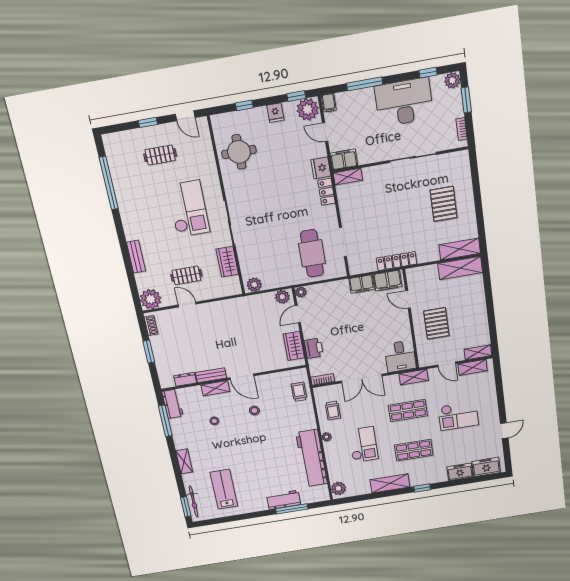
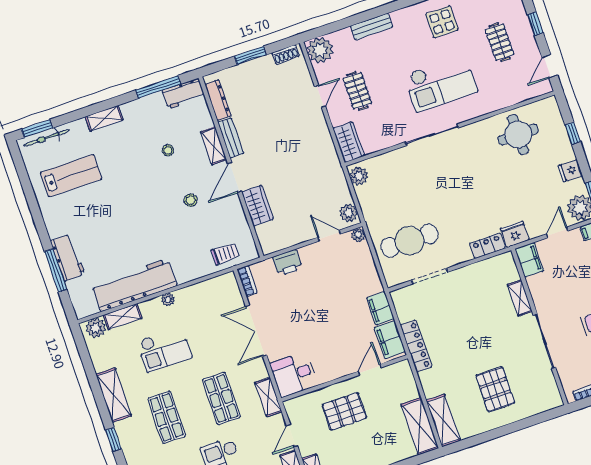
shelving: (348, 177) -> (520, 298), moved
display table: (138, 200) -> (442, 22), added
pallet: (444, 204) -> (495, 389), turned 90
wardrobe: (227, 262) -> (349, 142), moved, turned 90
wardrobe: (294, 346) -> (257, 206), moved, turned 90
dresser: (185, 379) -> (218, 100), width x1.44
trolley: (333, 410) -> (206, 301), removed
shelving: (334, 469) -> (123, 317), added

